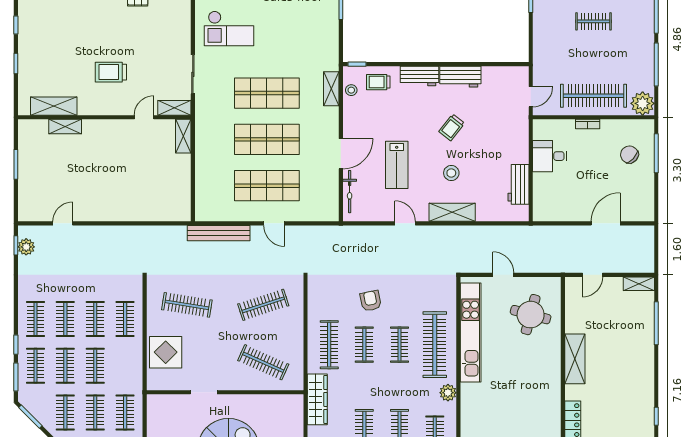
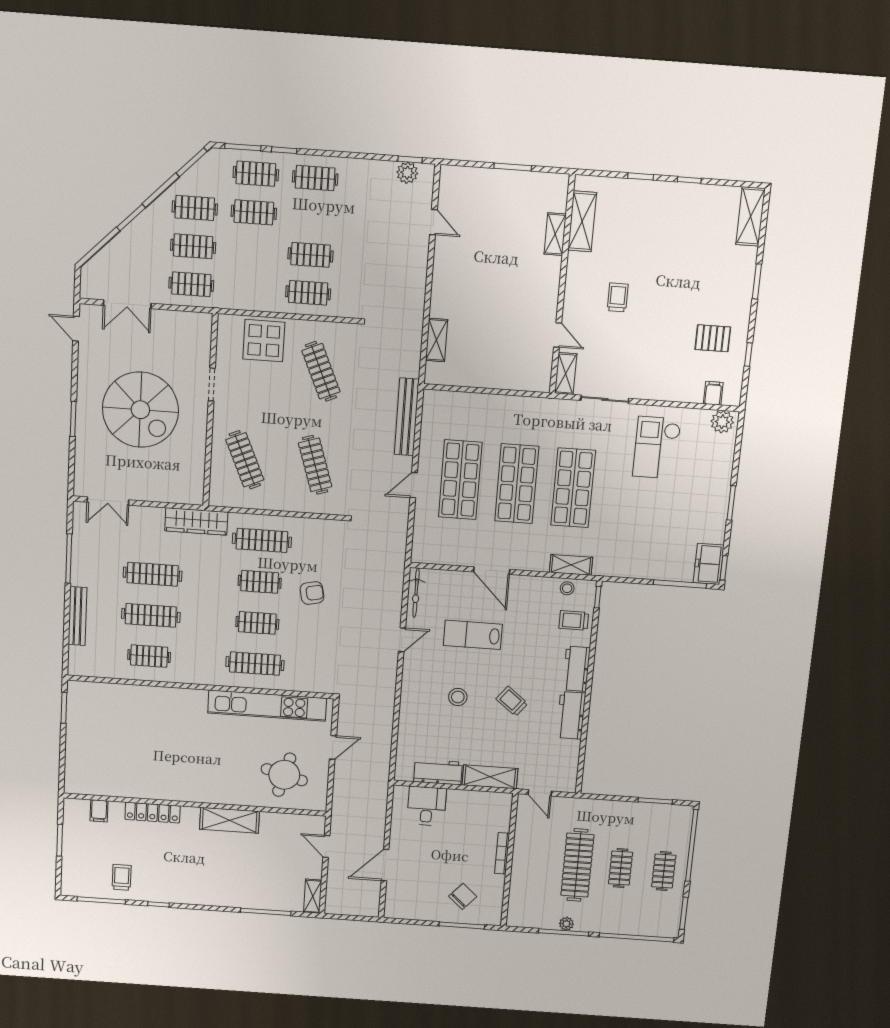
trolley: (111, 72) -> (618, 297), width x0.73, depth x0.72
trolley: (378, 82) -> (574, 620), turned -90
clothes rail: (593, 96) -> (577, 865), moved
plant: (643, 103) -> (566, 924), moved, width x0.53, depth x0.53
bookcase: (588, 124) -> (502, 853), width x1.56
shelving: (183, 136) -> (437, 340), moved, turned 90
desk: (550, 156) -> (427, 806), moved
bicycle: (350, 192) -> (416, 593), moved, turned -90
shelving: (452, 212) -> (490, 777), moved, turned 90
door: (606, 223) -> (385, 865), swing flipped
clothes rail: (187, 305) -> (321, 371), turned -33
clothes rail: (65, 319) -> (313, 217), removed
clothes rail: (435, 345) -> (255, 664), width x0.73, depth x0.76
clothes rail: (263, 362) -> (245, 460), turned -48
clothes rail: (95, 366) -> (252, 251), removed
plant: (448, 393) -> (197, 675), removed

